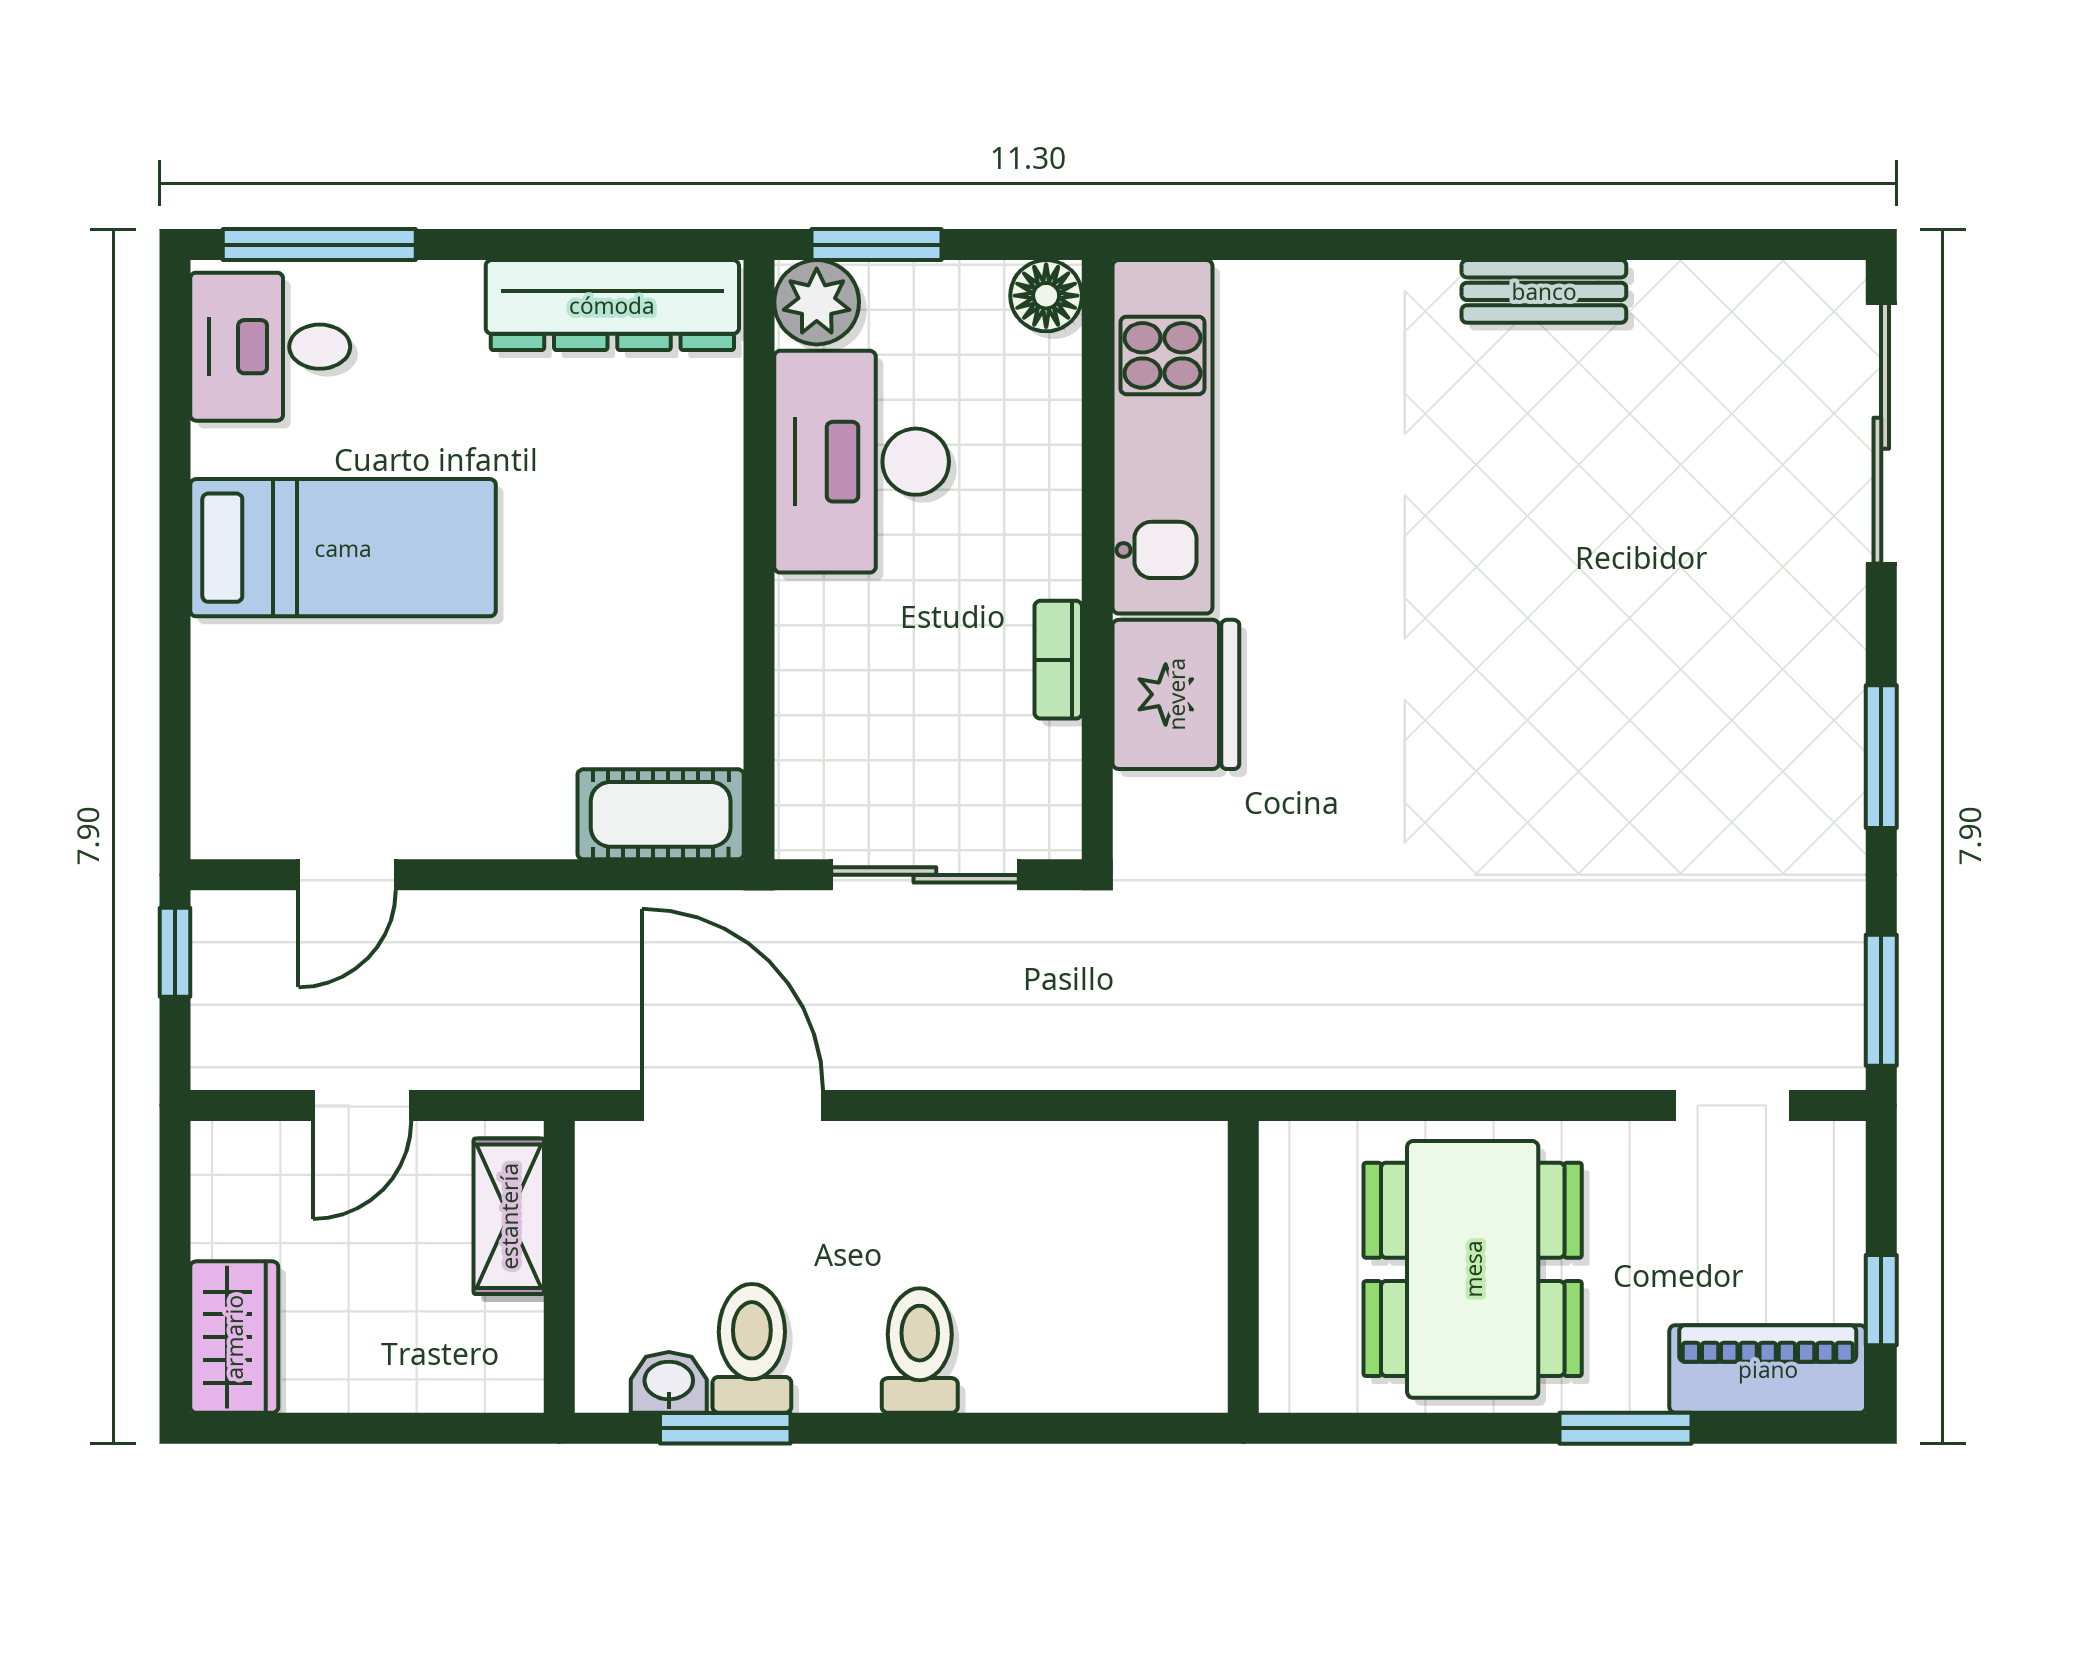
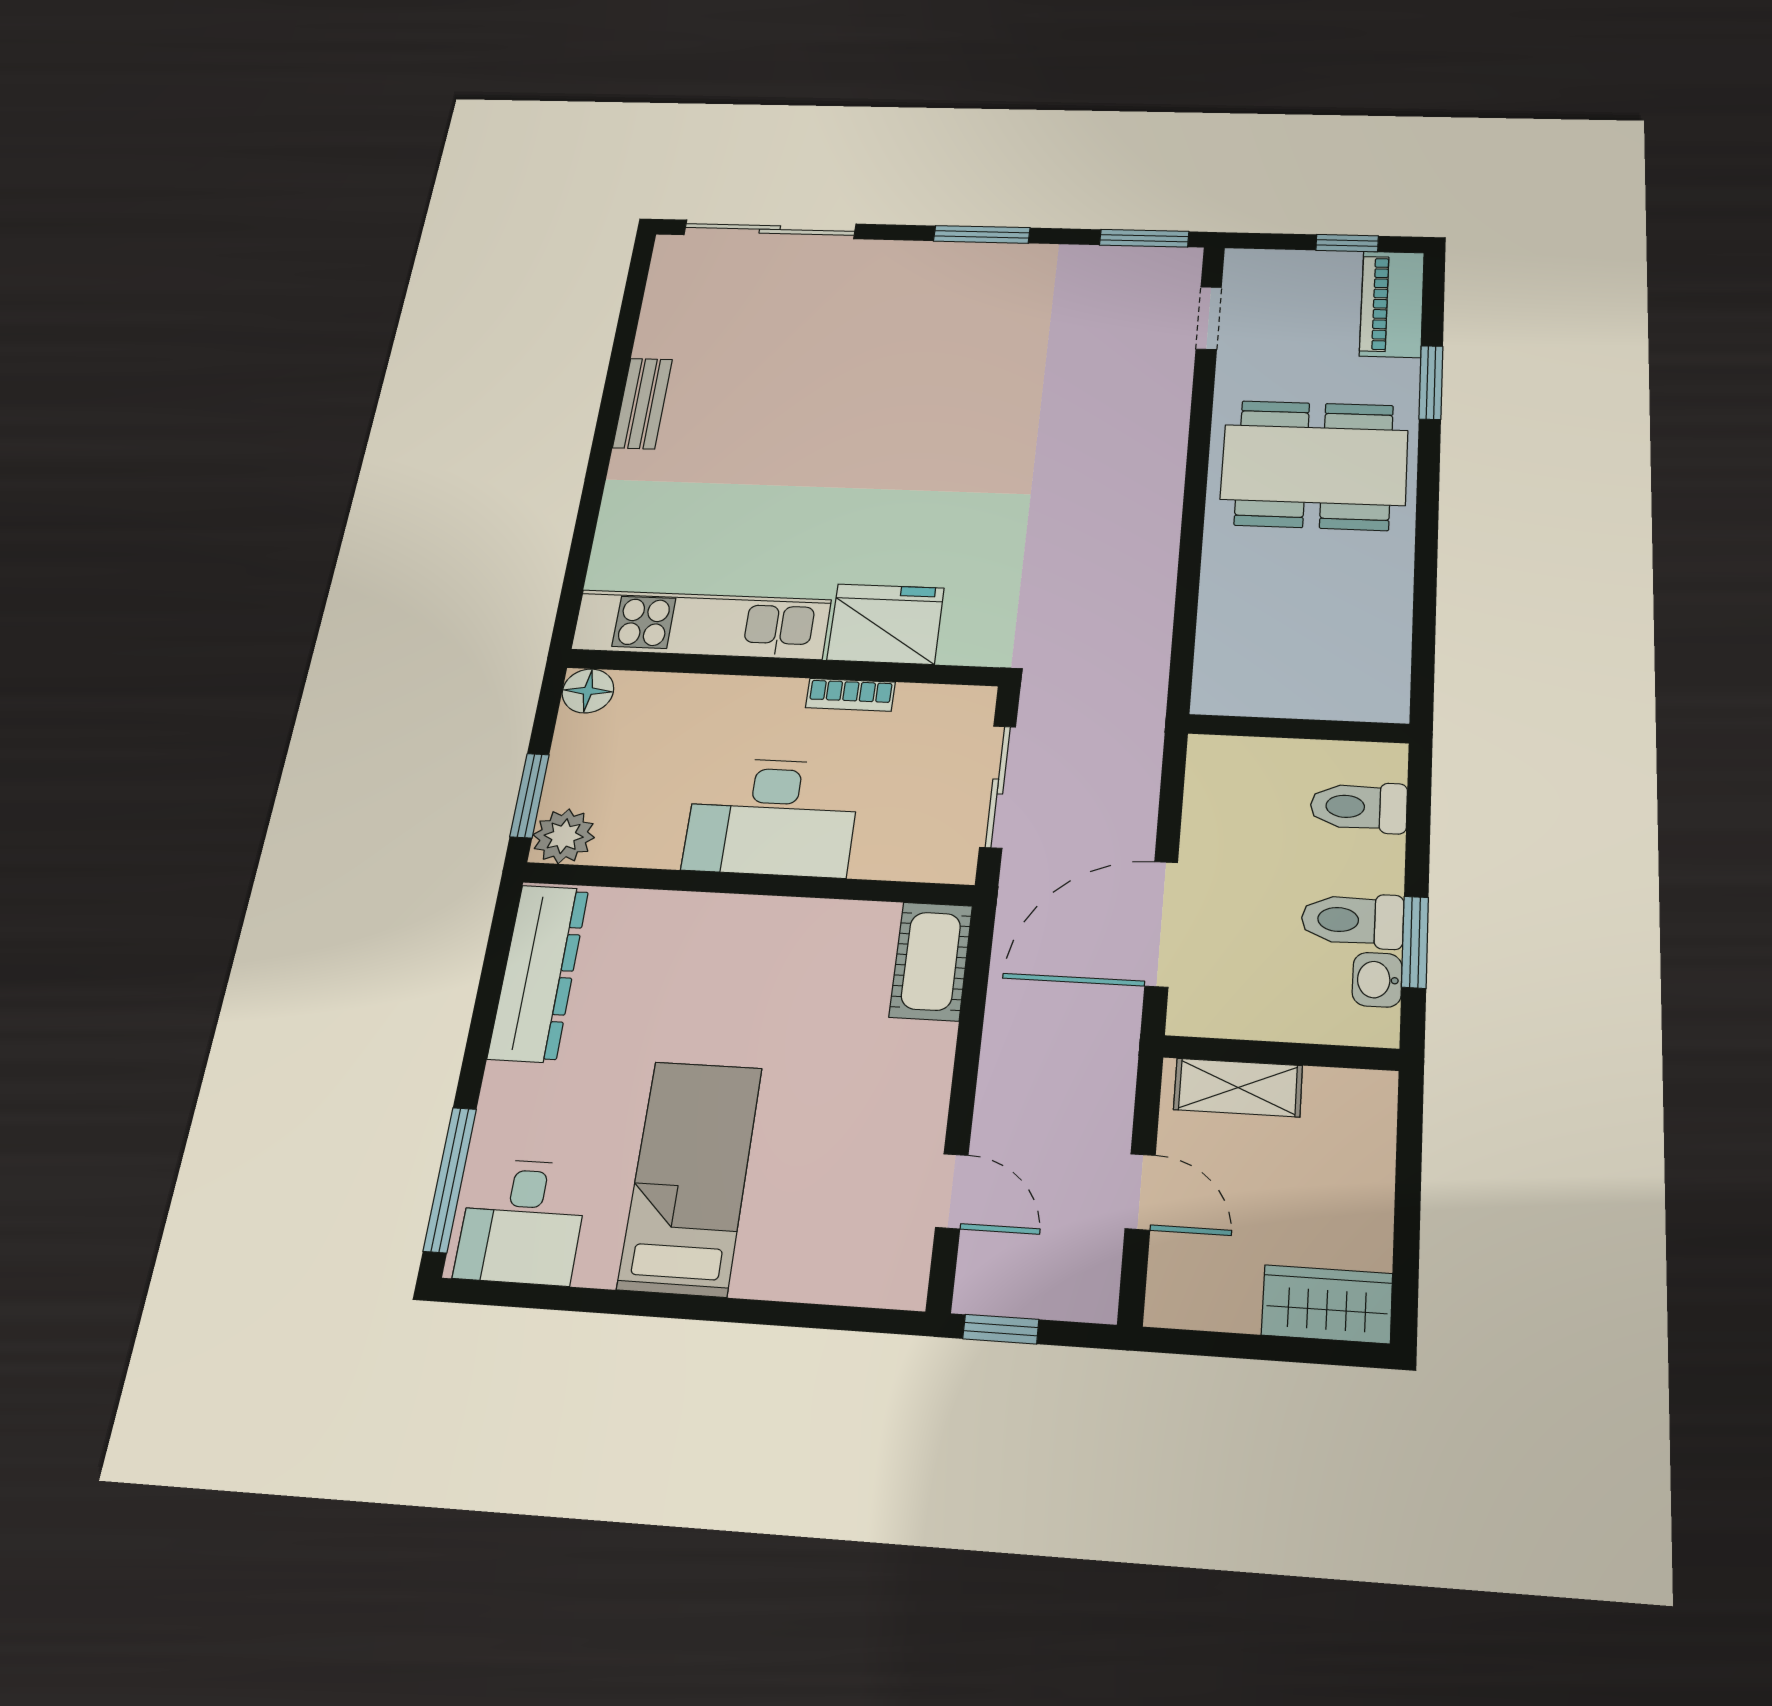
desk: (862, 462) -> (772, 817), moved
wall: (1243, 1267) -> (1298, 729), moved

